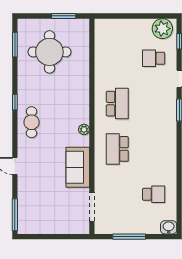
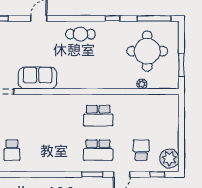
window: (15, 45) -> (154, 18), width x1.44
window: (15, 102) -> (113, 18), moved
plant: (84, 129) -> (142, 84), moved
school desk: (117, 149) -> (98, 150), moved, turned 180

